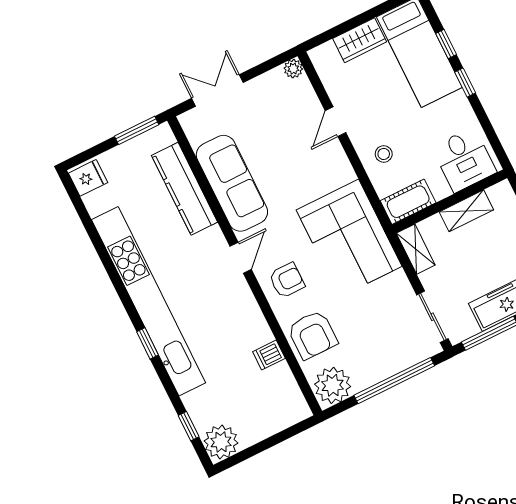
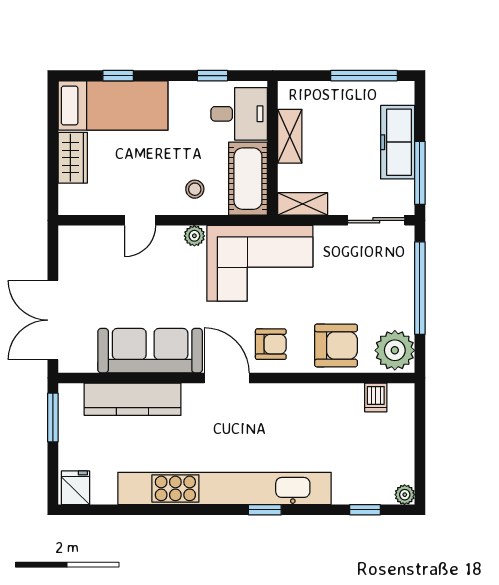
plant: (293, 69) -> (194, 236), moved
window: (465, 82) -> (212, 76), moved
double door: (217, 90) -> (53, 320), width x1.37
door: (336, 122) -> (140, 220), hinge flipped
cot: (408, 202) -> (248, 179), width x1.37, depth x1.34
door: (241, 258) -> (227, 378), width x1.37
armchair: (287, 280) -> (271, 344), turned 90
dishwasher: (269, 355) -> (376, 397), moved
plant: (221, 442) -> (405, 495), width x0.53, depth x0.53

